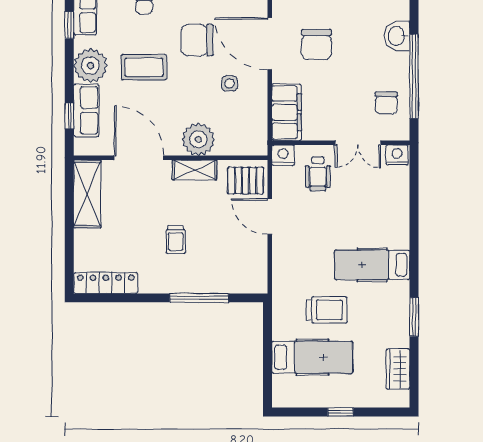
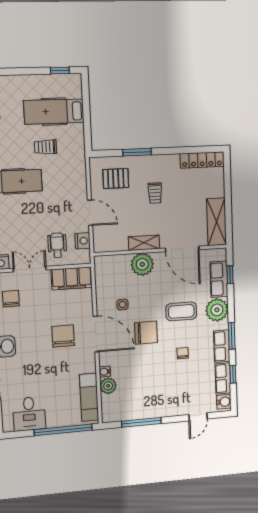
window: (69, 25) -> (232, 336), width x1.50
filing cabinet: (287, 112) -> (72, 278), moved, turned -90
nightstand: (283, 155) -> (83, 241), moved, turned -90
pallet: (246, 181) -> (116, 179), moved
trolley: (176, 239) -> (155, 193), turned 180
window: (199, 298) -> (137, 152), width x0.69
trolley: (327, 310) -> (45, 147), width x0.73, depth x0.72
window: (341, 412) -> (60, 70), moved

